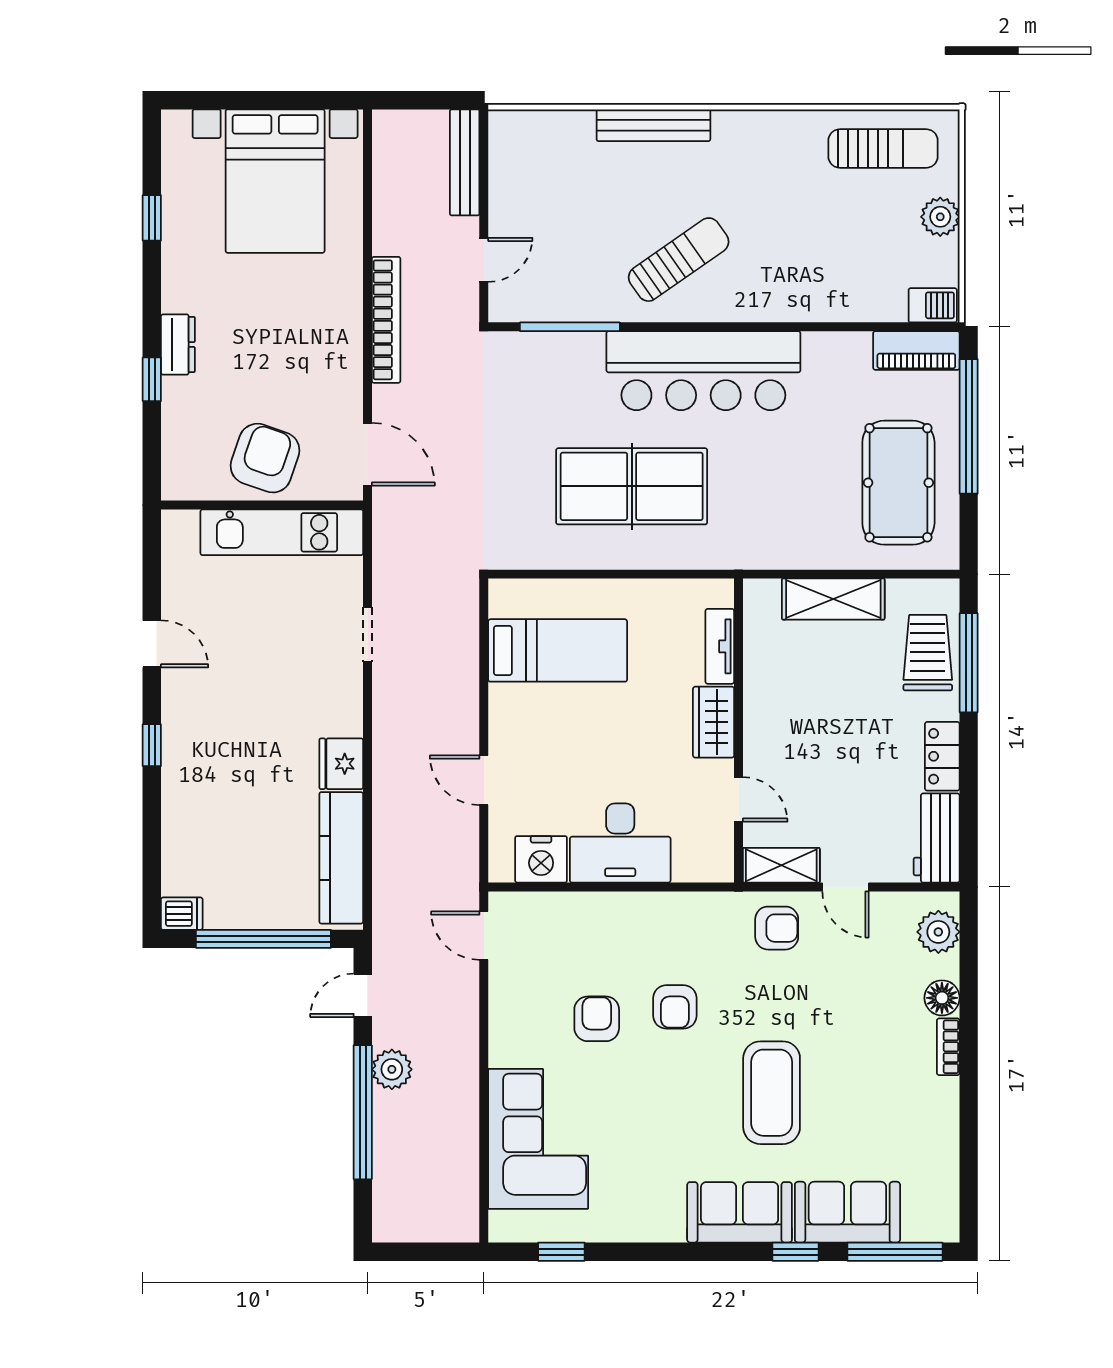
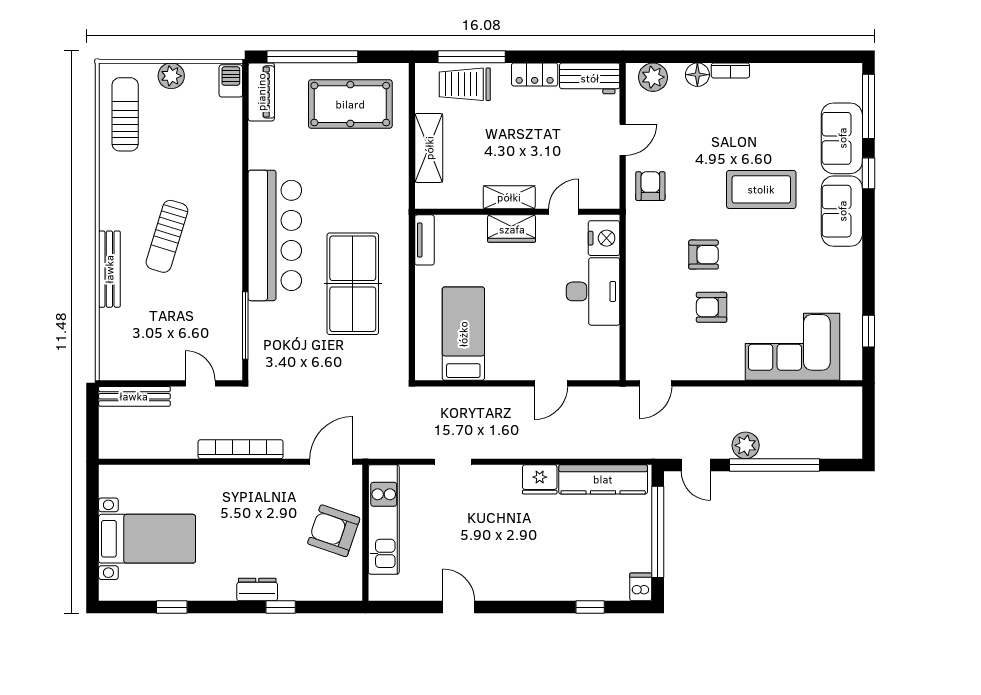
bed with nightstands: (275, 181) -> (147, 539), width x0.73
sun lounger: (679, 260) -> (167, 236), moved, turned -128
door: (152, 644) -> (459, 607), hinge flipped
tv unit: (720, 646) -> (424, 240), moved, turned -90
window: (152, 745) -> (590, 607), moved
nightstand: (541, 859) -> (604, 238), moved
shelving: (781, 865) -> (509, 197), moved, turned 90

